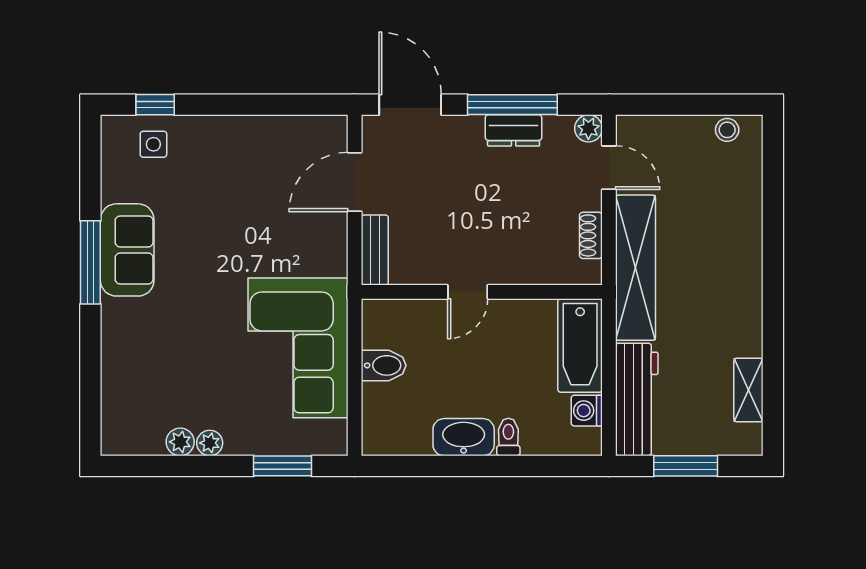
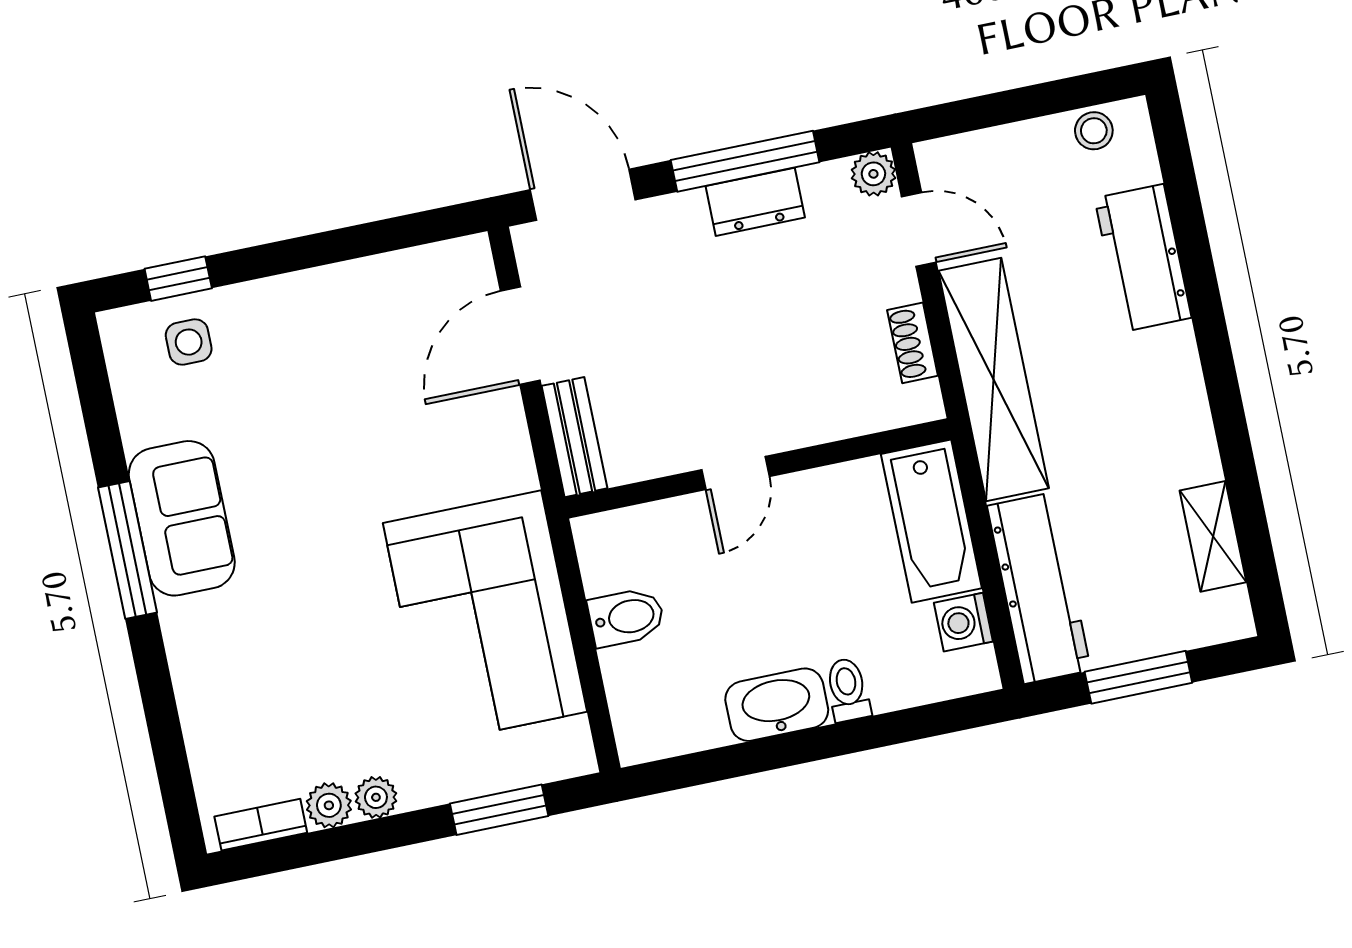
workbench: (741, 213) -> (1143, 258), added
bookcase: (137, 445) -> (261, 825), added

